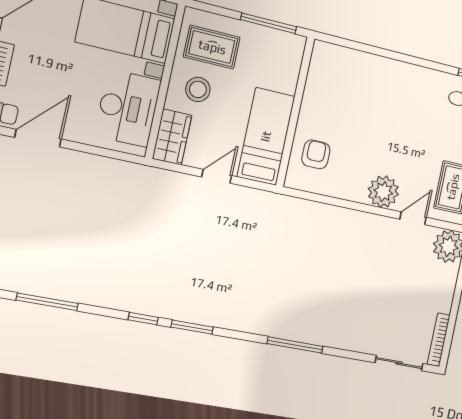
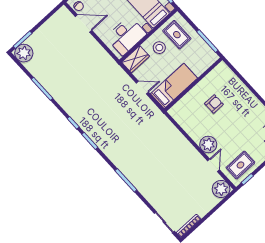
armchair: (316, 154) -> (214, 104), moved
door: (413, 218) -> (214, 165), hinge flipped

